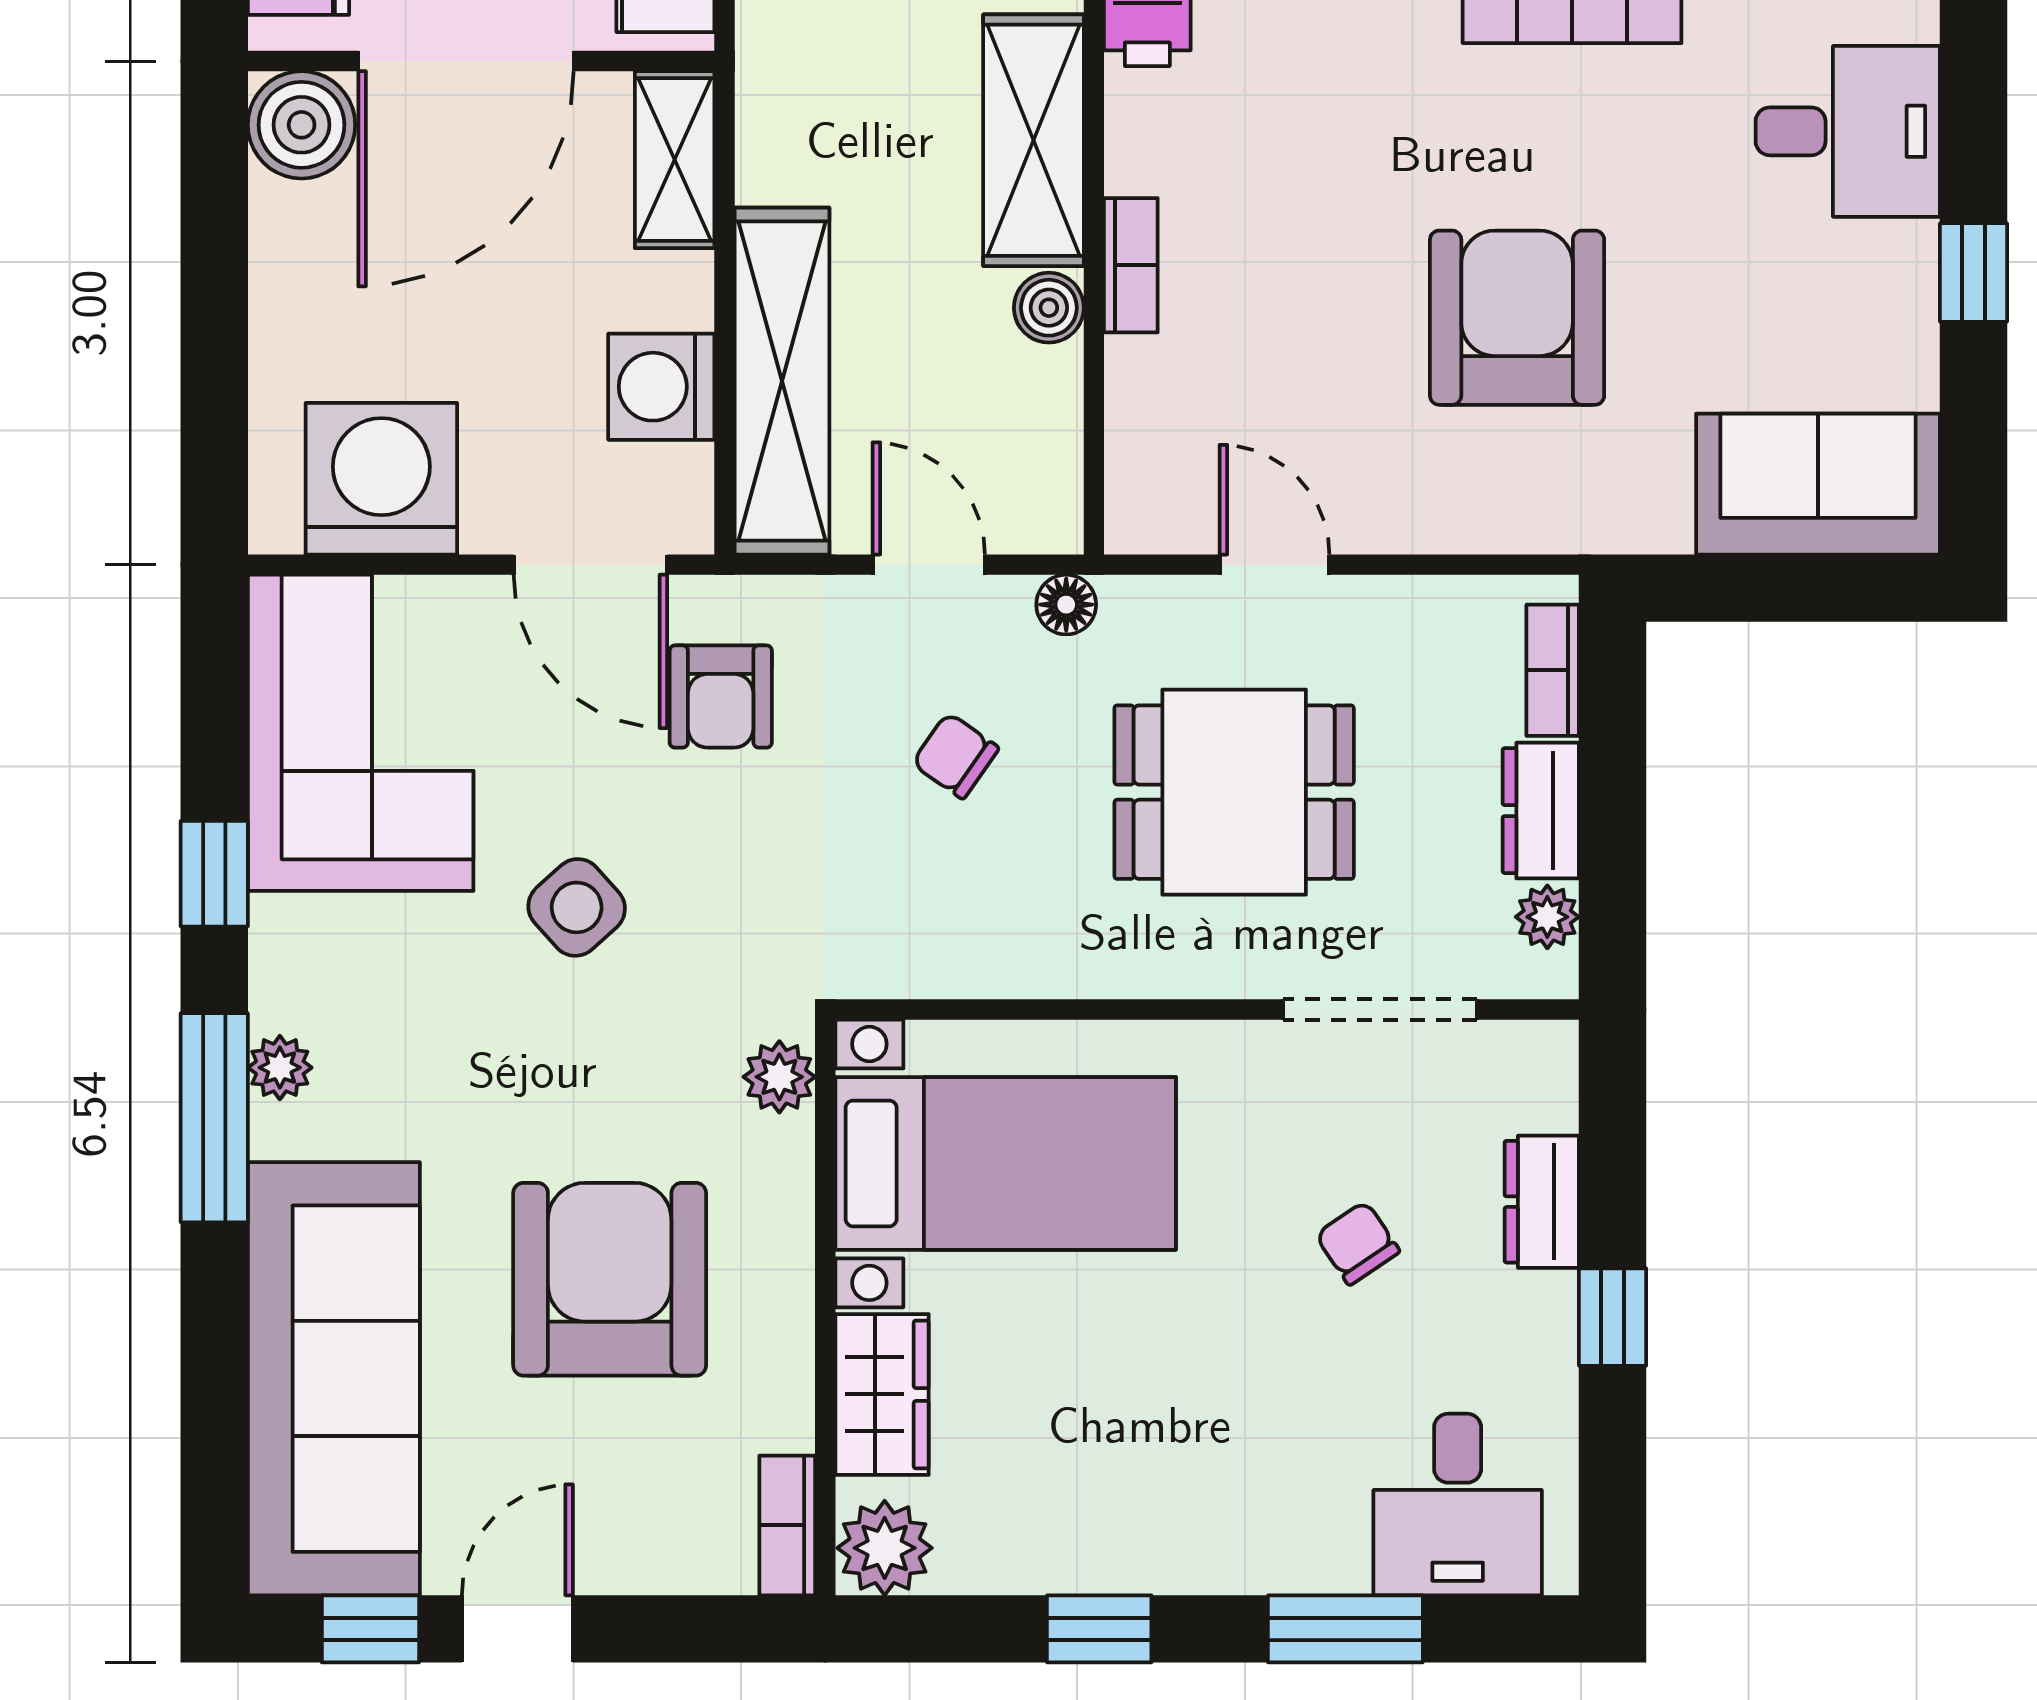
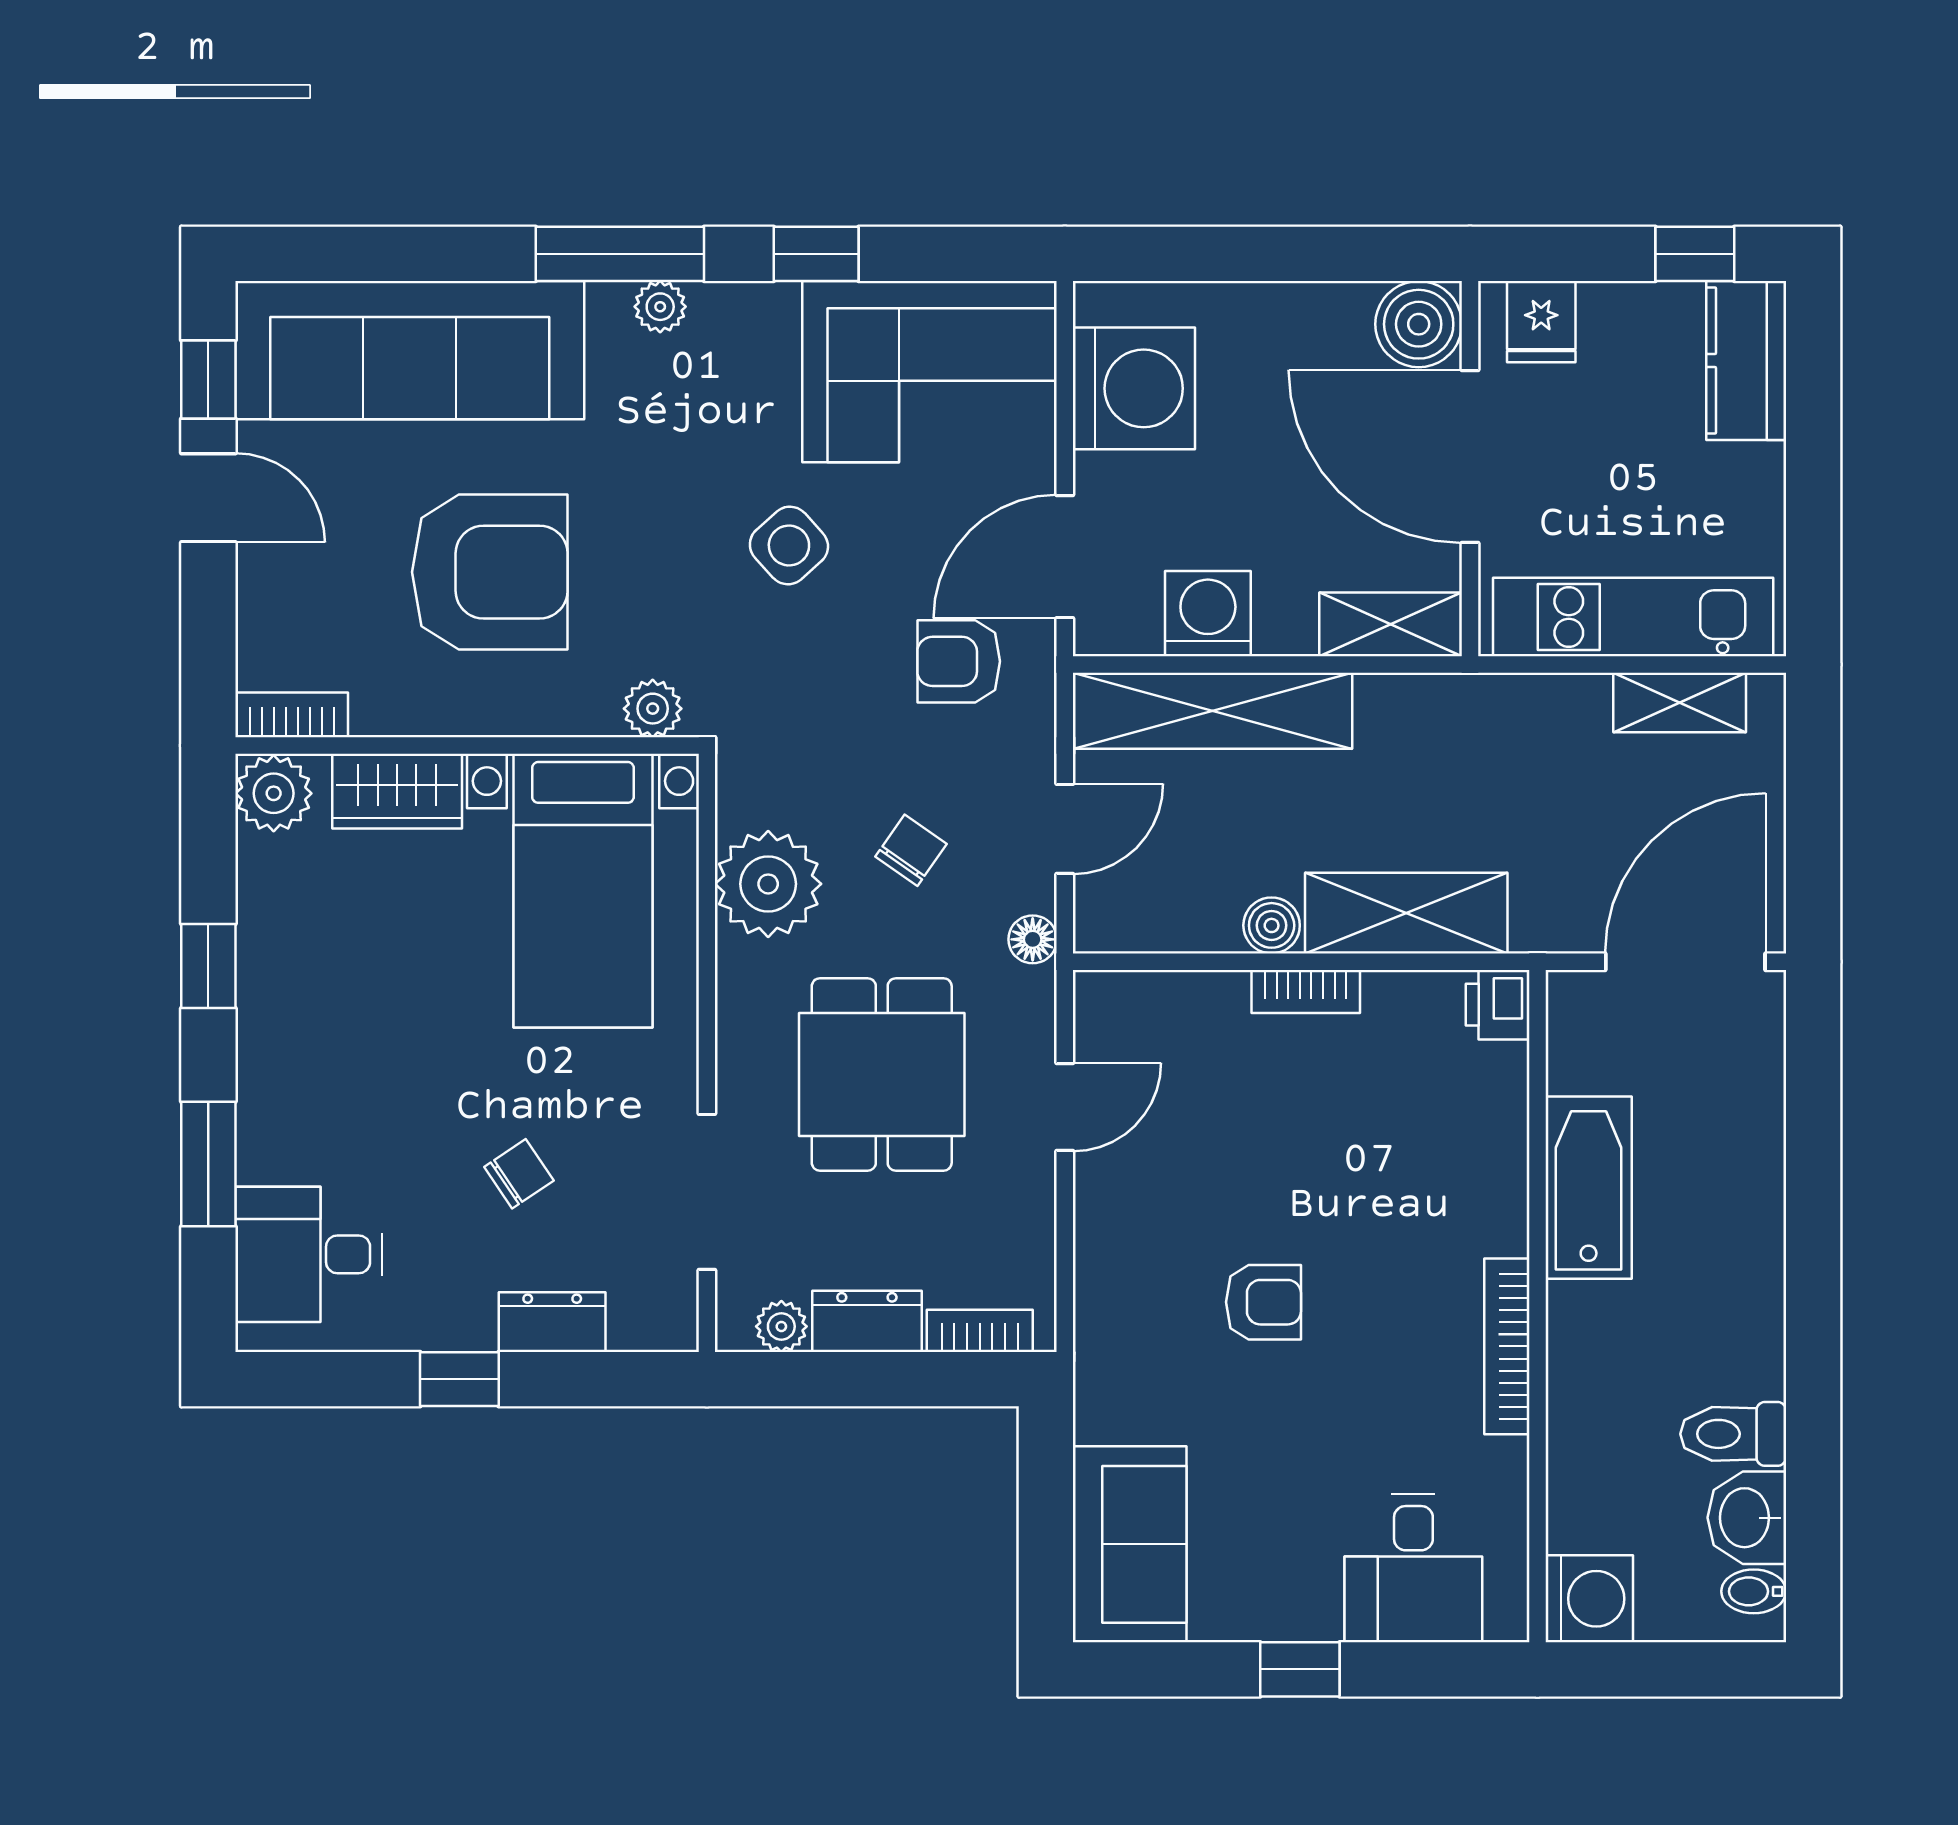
armchair: (1517, 318) -> (1263, 1302), width x0.53, depth x0.53
plant: (997, 933) -> (768, 884), added

